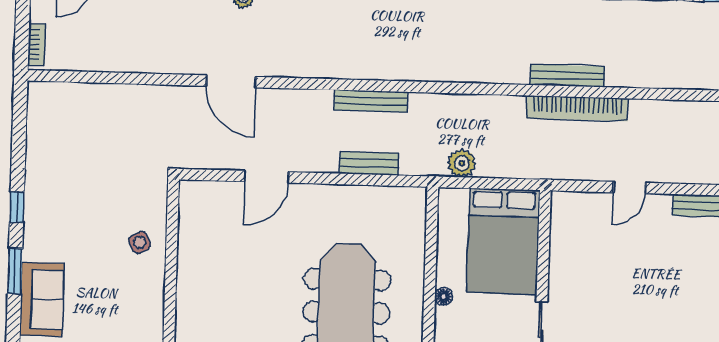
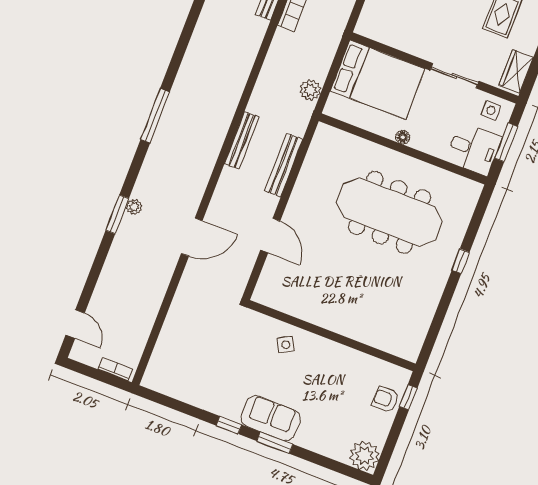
bench: (369, 163) -> (284, 165), width x1.36
sofa: (42, 299) -> (271, 418), moved

